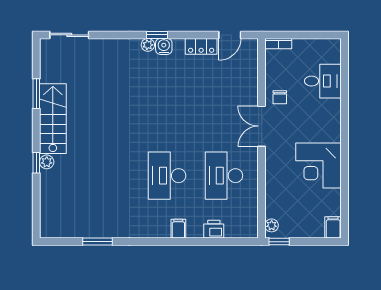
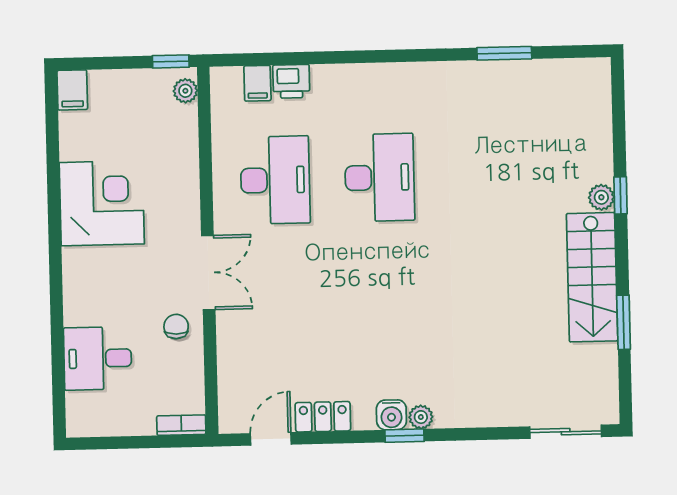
filing cabinet: (178, 229) -> (257, 83), moved

